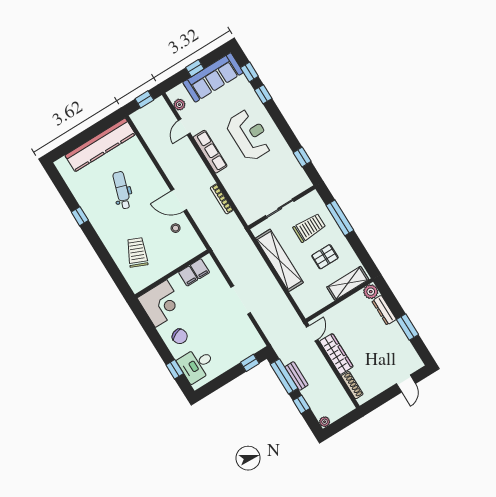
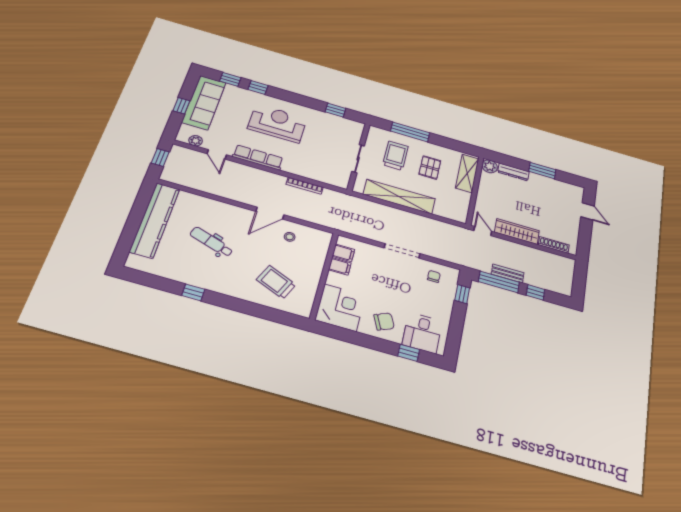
chair: (244, 335) -> (434, 276), added
plant: (325, 422) -> (566, 290), removed

